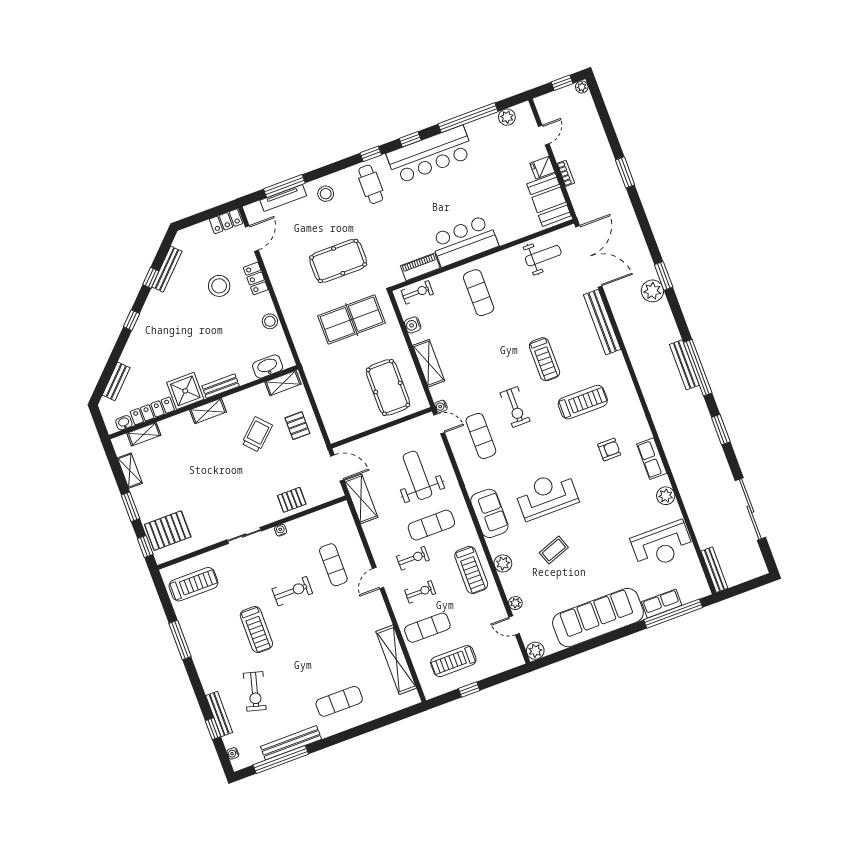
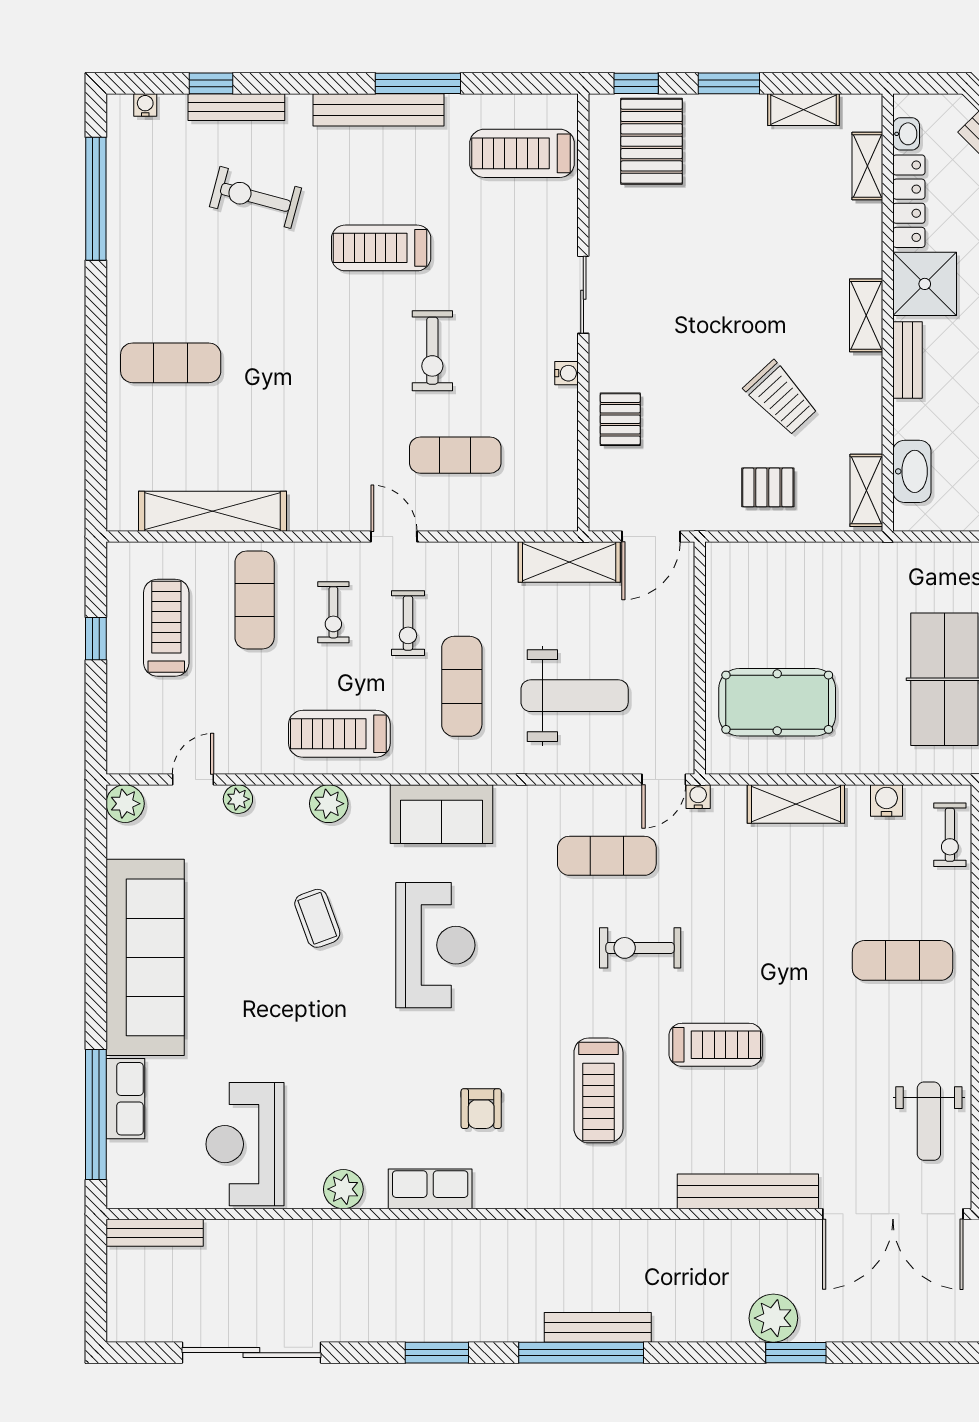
treadmill: (545, 359) -> (716, 1045), turned 180
treadmill: (193, 584) -> (522, 153), turned 90
exercise mat: (339, 701) -> (171, 363), turned 90
bench: (291, 743) -> (378, 110), moved, turned 90

